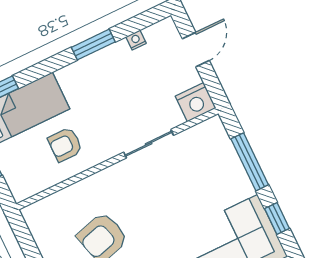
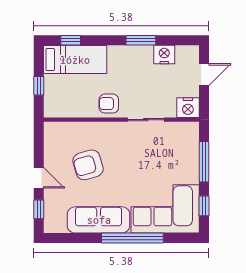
nightstand: (136, 40) -> (164, 55), width x1.89, depth x1.79
armchair: (65, 145) -> (109, 104), moved

